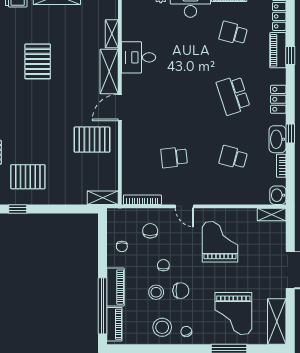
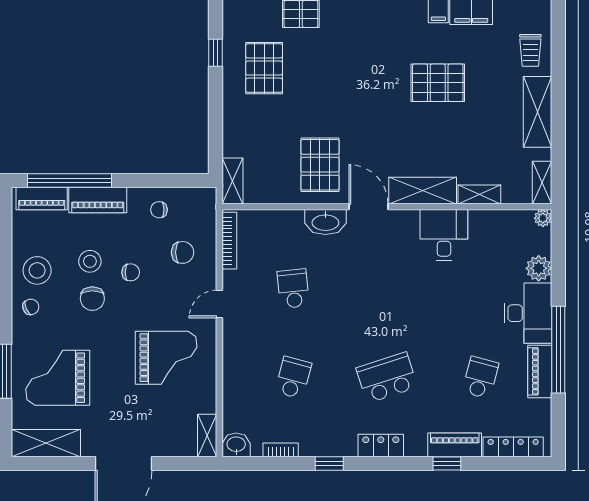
washbasin: (277, 139) -> (325, 222), moved, turned 180

